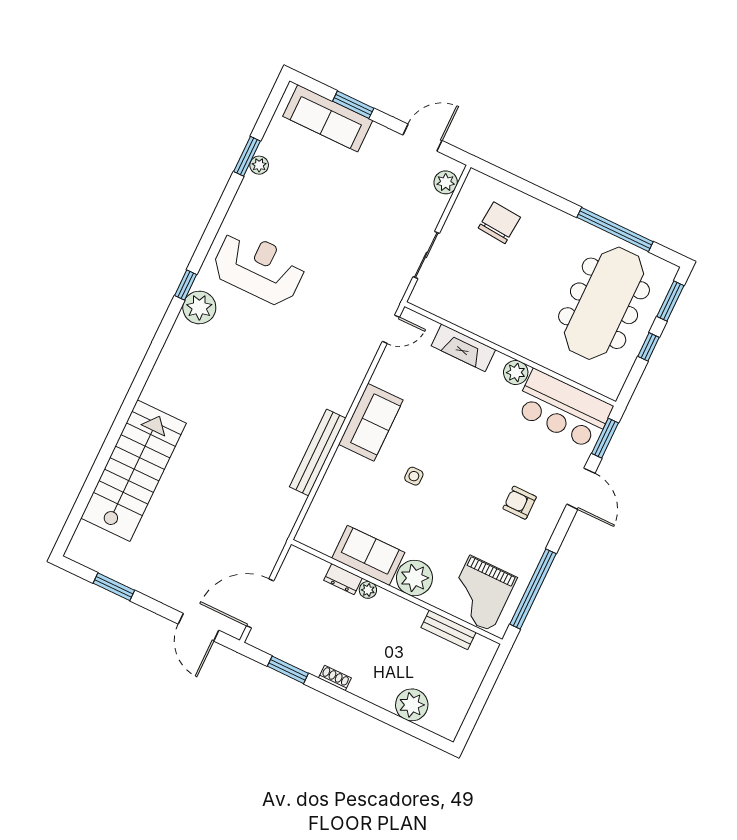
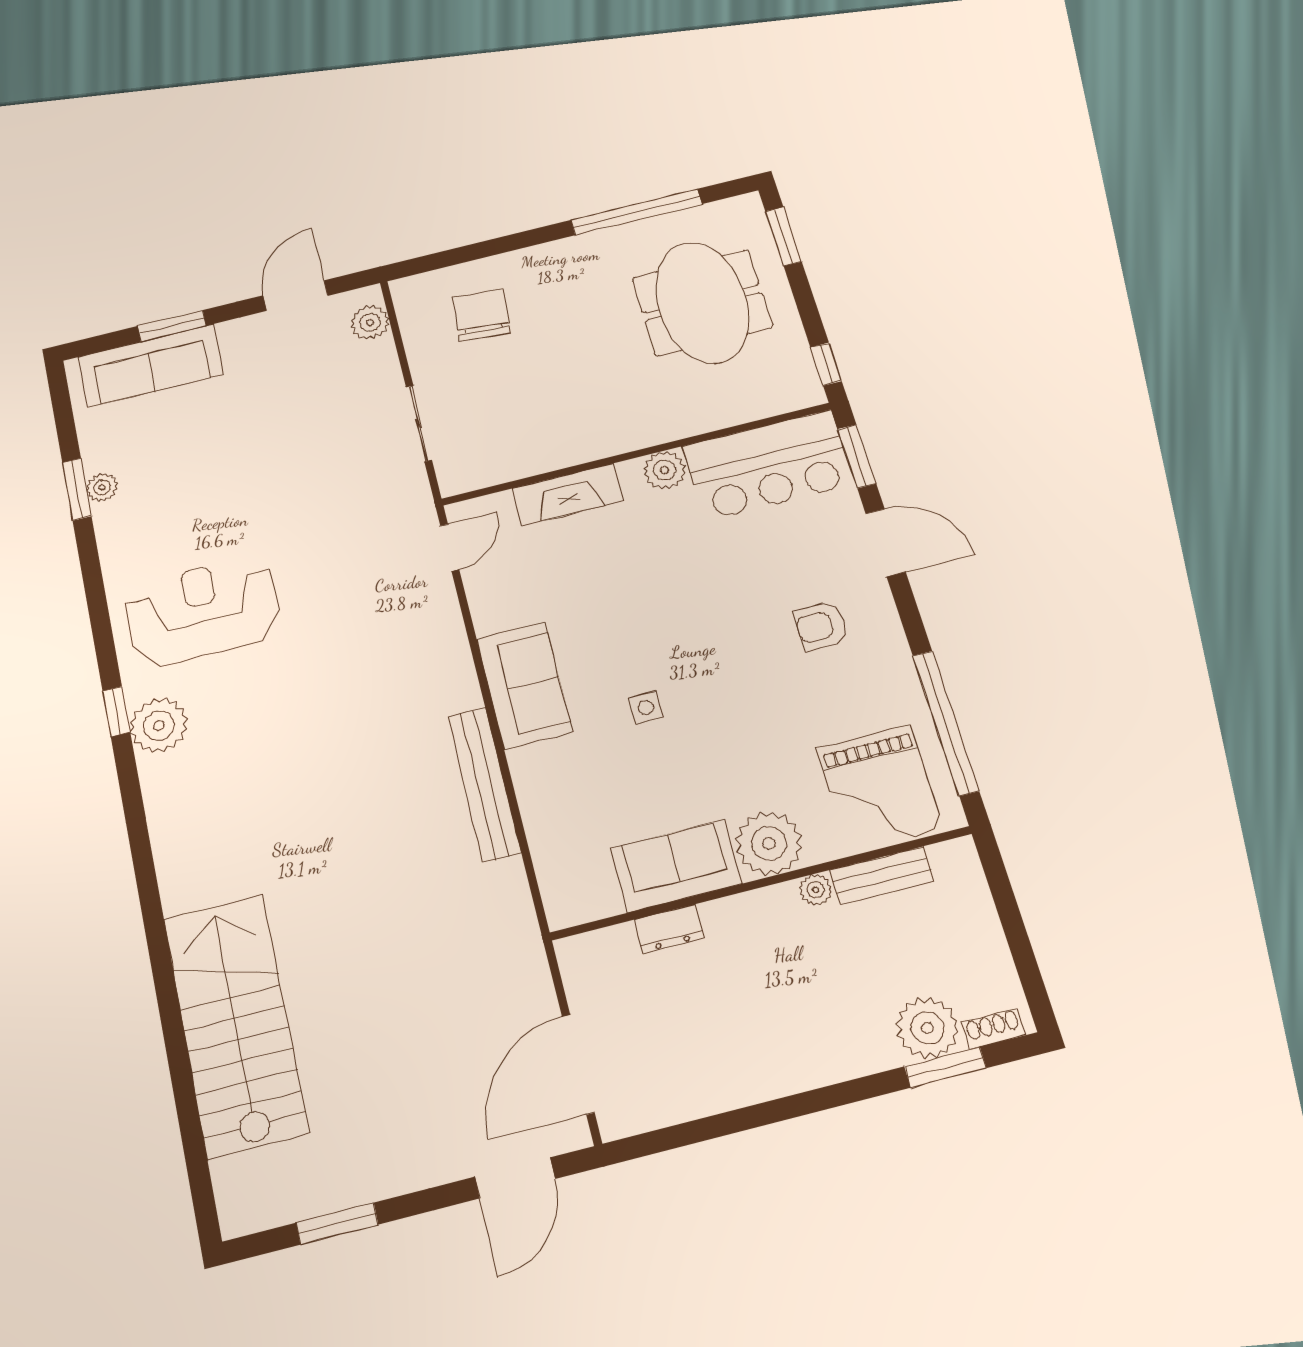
meeting table: (604, 303) -> (702, 303), width x0.73
window: (648, 347) -> (826, 364), moved
plant: (368, 590) -> (816, 890), moved
door: (198, 627) -> (515, 1178), hinge flipped
window: (288, 670) -> (945, 1067), moved
shoe rack: (335, 678) -> (993, 1029), moved

